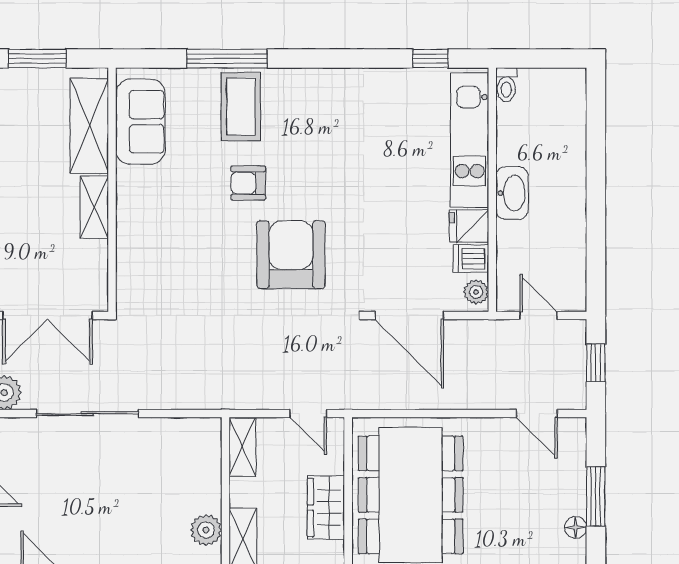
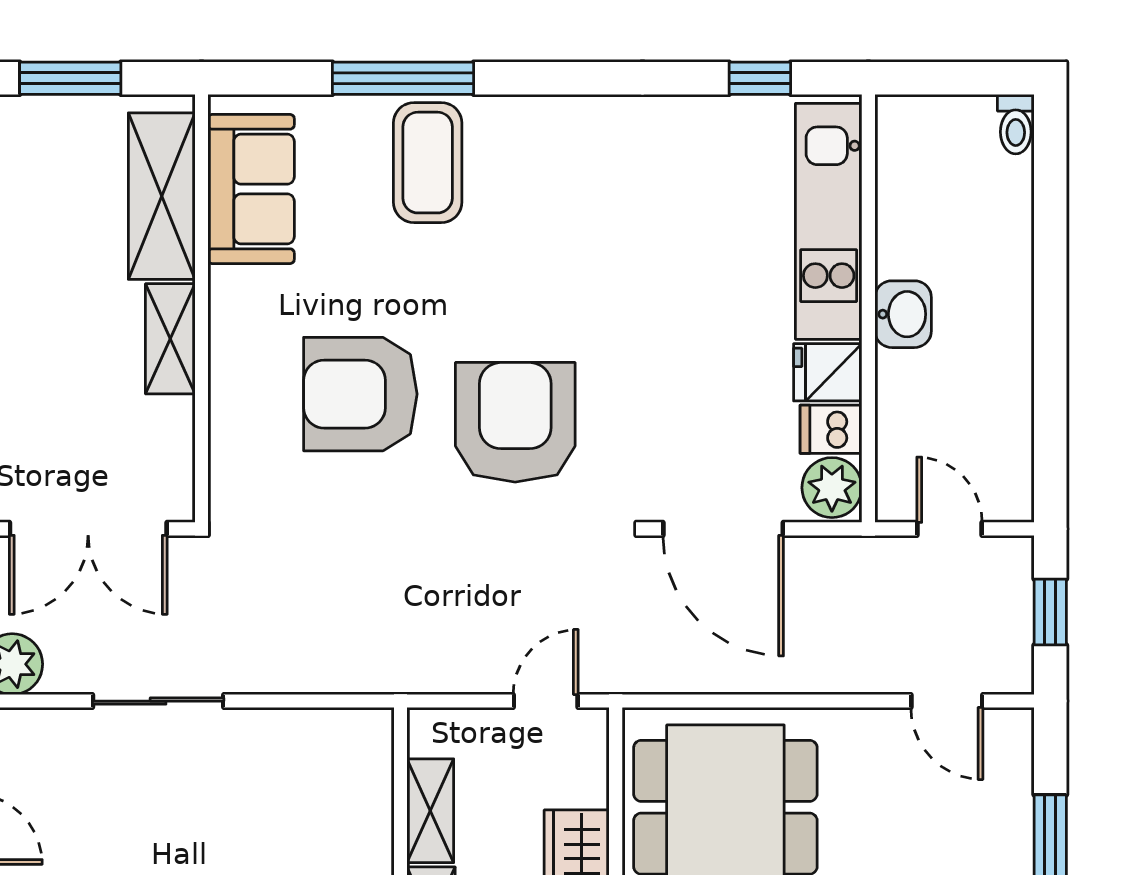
toilet: (506, 85) -> (1016, 124), moved
armchair: (248, 183) -> (360, 394), moved, width x1.88, depth x1.88
washbasin: (512, 193) -> (903, 314), width x0.72
plant: (476, 292) -> (832, 488), width x1.38, depth x1.38
sliding door: (87, 414) -> (158, 701), width x0.73
door: (308, 414) -> (546, 701), swing flipped
shelving: (242, 447) -> (430, 811), moved

